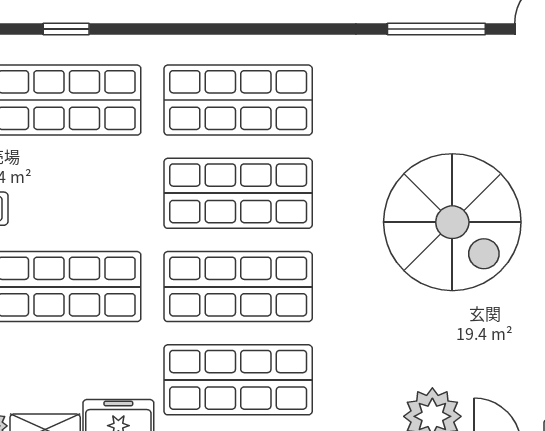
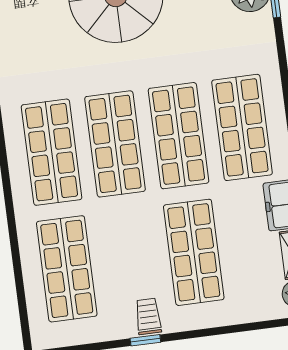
window: (66, 29) -> (18, 276), removed

